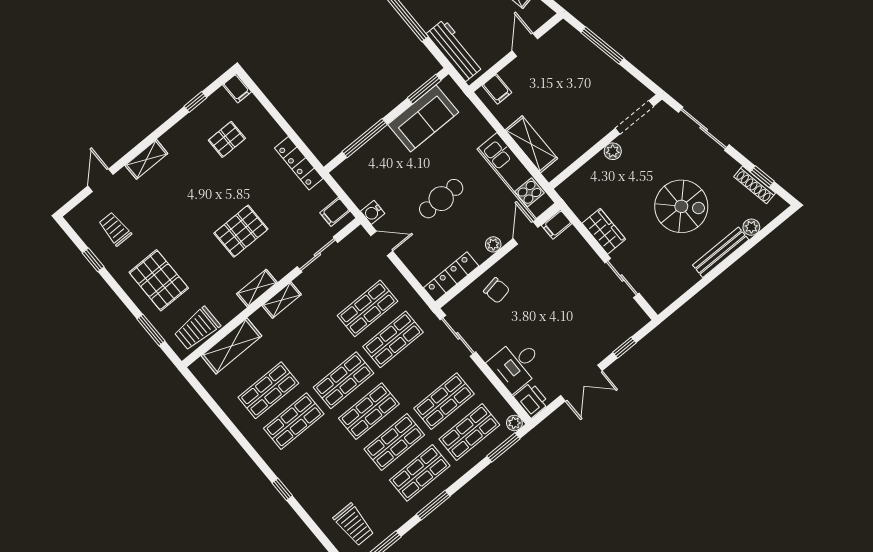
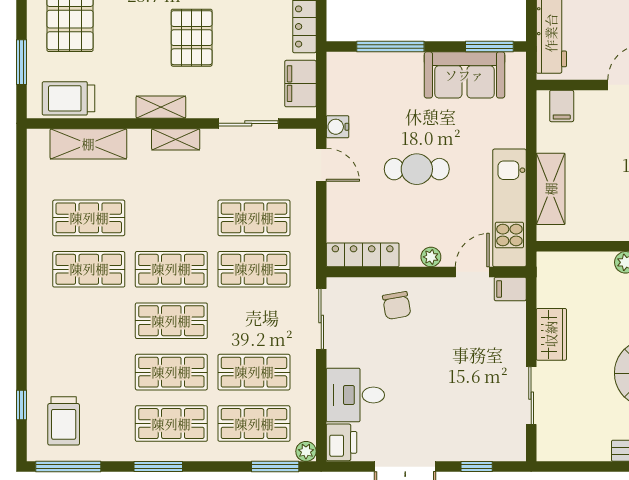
filing cabinet: (335, 212) -> (300, 84), width x2.00
pallet: (241, 231) -> (192, 38), turned 90
window: (282, 489) -> (22, 405), moved

